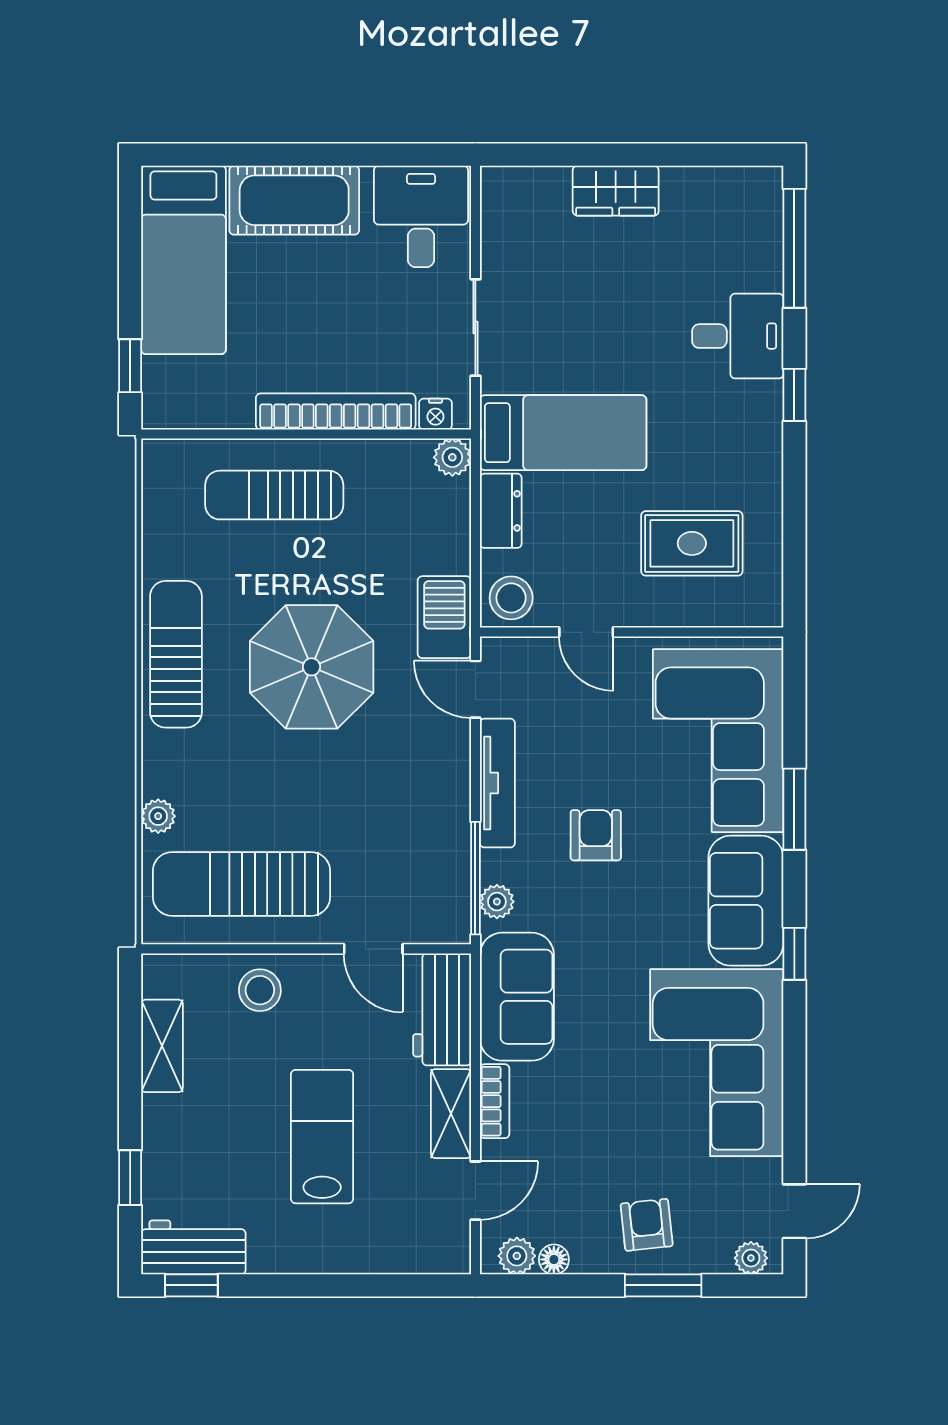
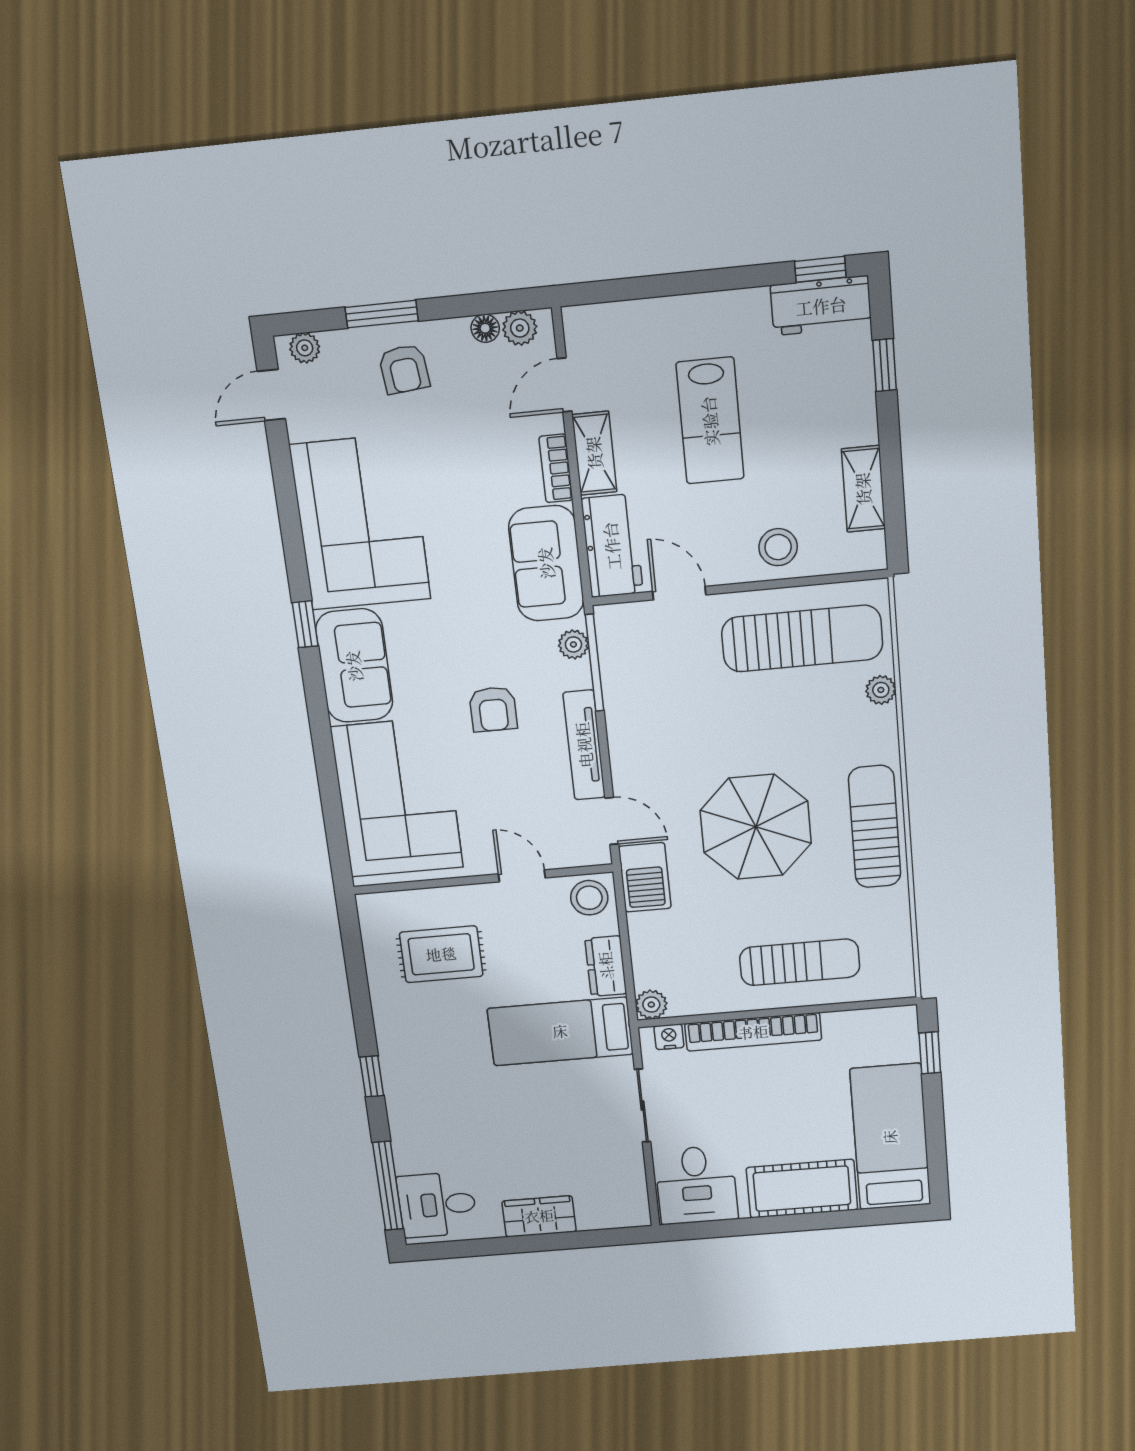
desk: (738, 336) -> (437, 1205), moved
sun lounger: (176, 654) -> (875, 827), turned 180
window: (794, 809) -> (323, 747), removed

